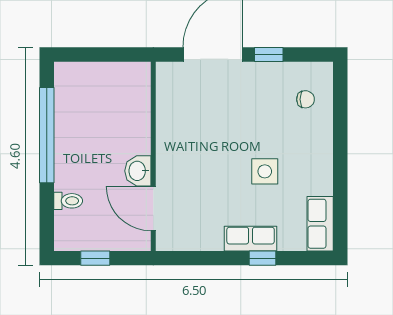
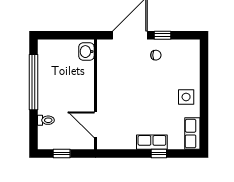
chair: (306, 99) -> (156, 55), moved
washbasin: (138, 171) -> (86, 52), moved
side table: (265, 171) -> (186, 97), moved

